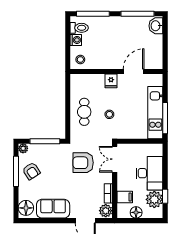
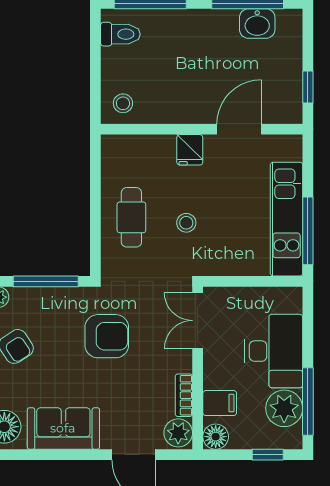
washbasin: (156, 26) -> (257, 23), moved, turned -90
washing machine: (76, 40) -> (113, 61), removed
window: (165, 52) -> (308, 87), added
armchair: (83, 163) -> (107, 336), moved, turned 180
window: (165, 196) -> (308, 402), width x2.17
floor lamp: (136, 212) -> (216, 437), moved
window: (147, 221) -> (268, 455), added

